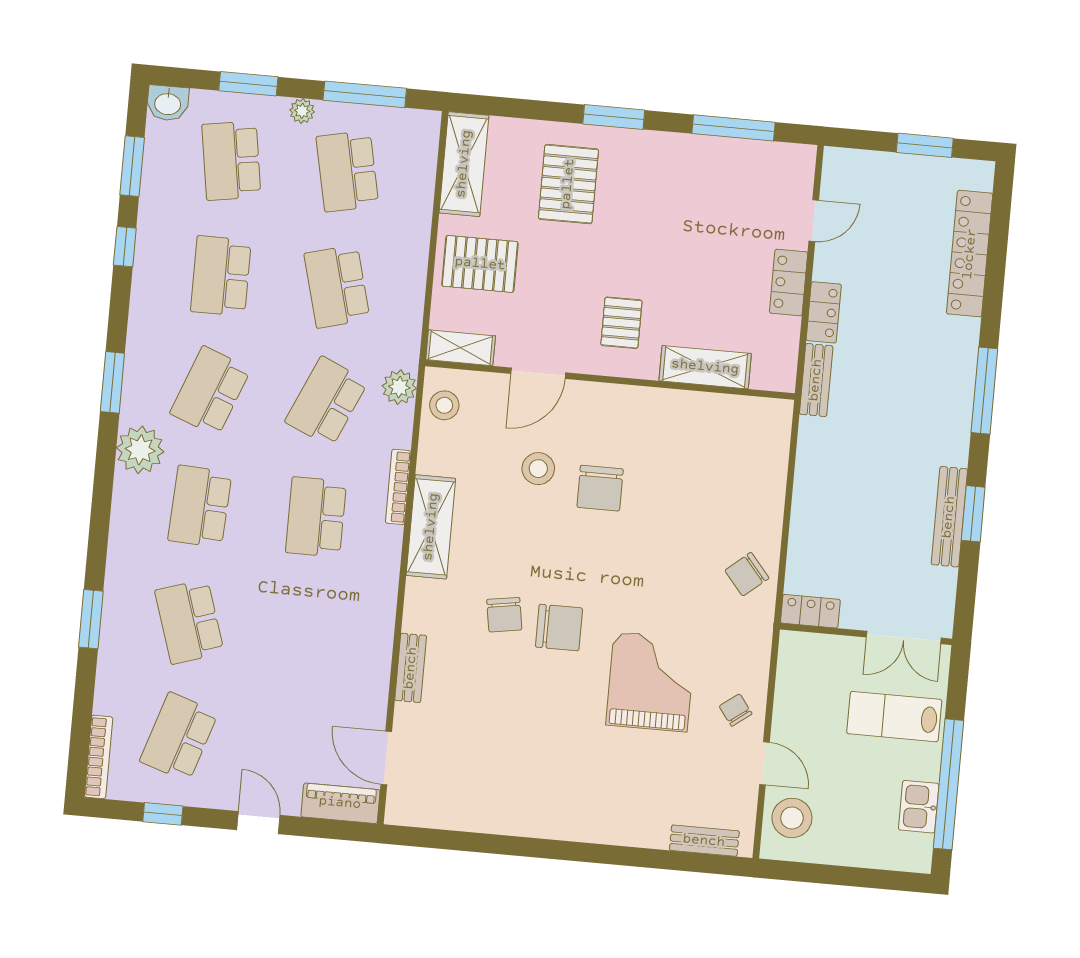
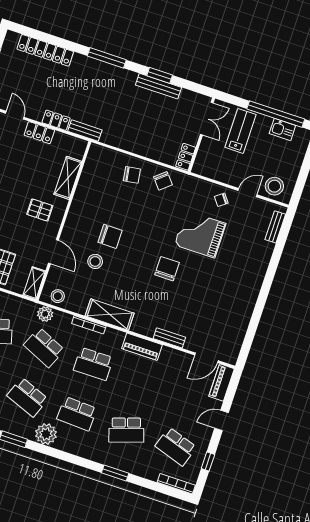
piano: (378, 613) -> (142, 347), added
chair: (504, 615) -> (132, 175), moved
lab bench: (894, 717) -> (240, 131), turned 180

